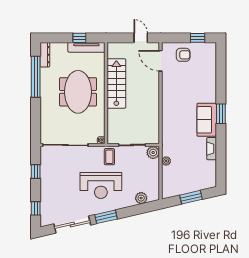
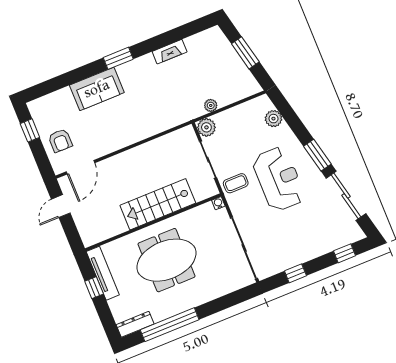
armchair: (183, 55) -> (60, 141), turned 180
stairs: (116, 84) -> (158, 204), moved
sofa: (207, 120) -> (97, 89), moved

